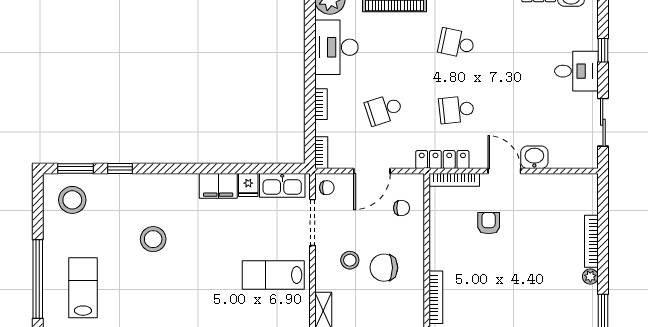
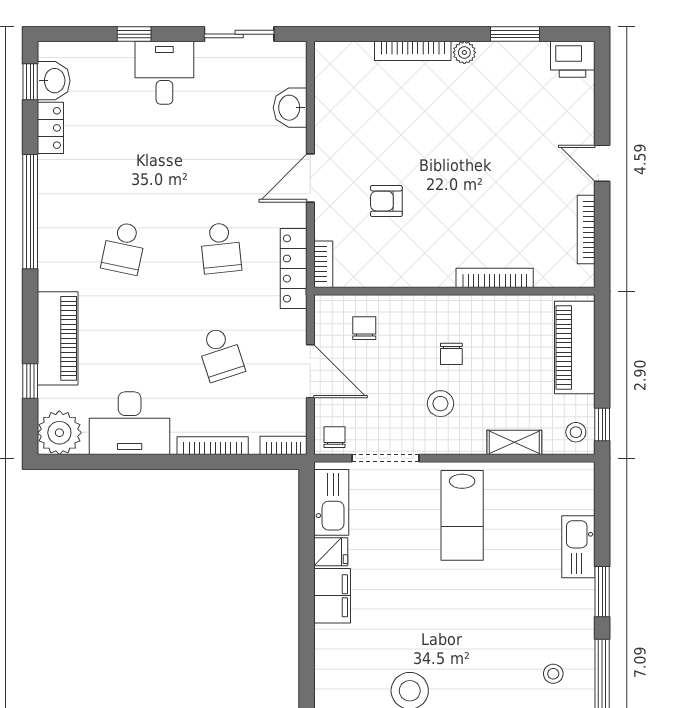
bookcase: (321, 104) -> (213, 446), width x1.56
washbasin: (534, 157) -> (290, 108), moved
bookcase: (454, 180) -> (323, 264), width x0.64
chair: (384, 268) -> (451, 354), width x0.54, depth x0.54

